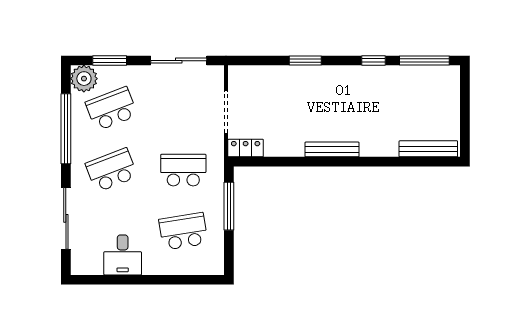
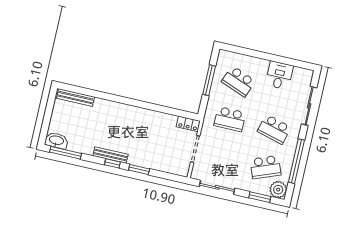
window: (374, 61) -> (112, 163), moved
washbasin: (443, 76) -> (56, 141), added
bench: (332, 149) -> (111, 155), moved
school desk: (111, 170) -> (274, 129), turned 36
window: (229, 206) -> (209, 80), moved
school desk: (183, 231) -> (238, 81), turned 30

